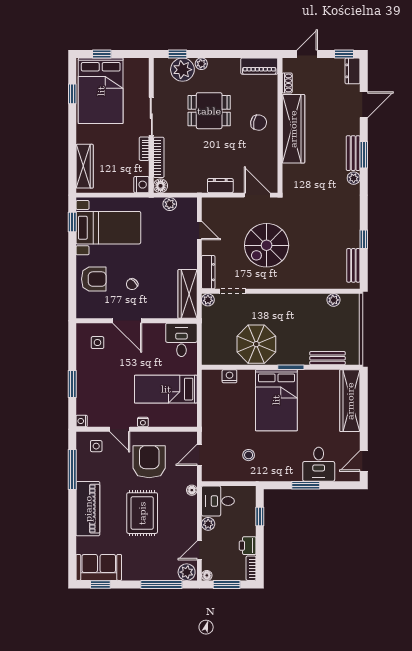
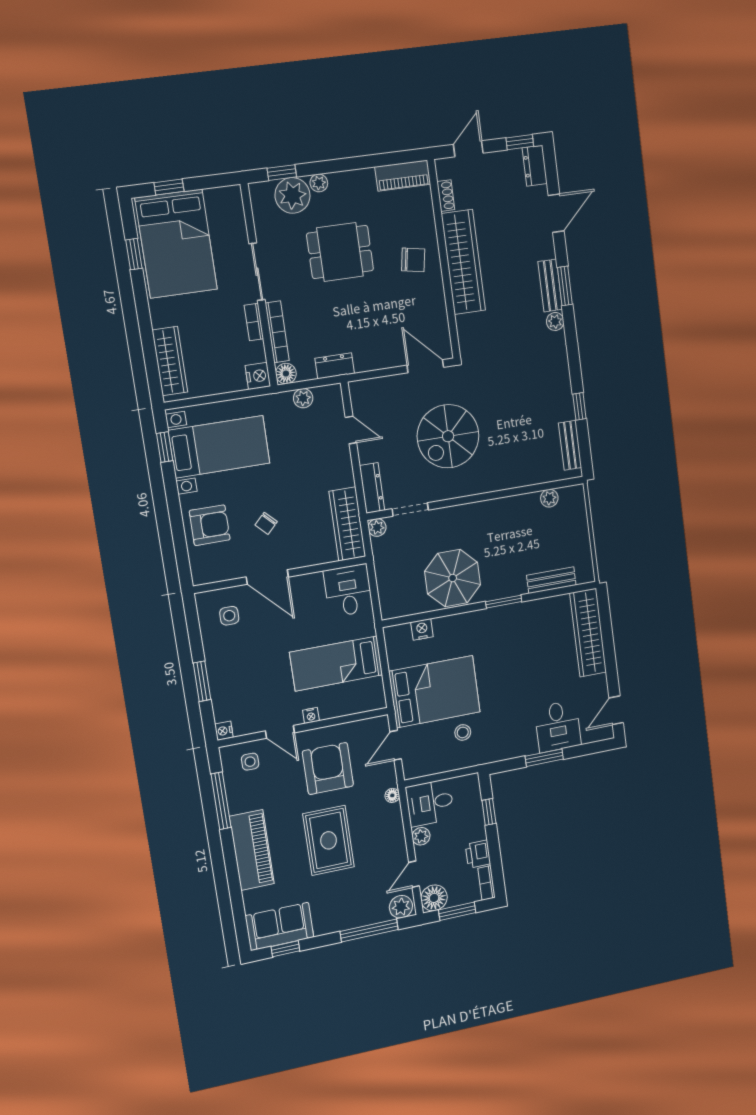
dresser: (220, 186) -> (335, 366), moved
bed: (276, 400) -> (435, 692), moved, turned -90
floor lamp: (207, 575) -> (434, 898), width x1.89, depth x1.89

